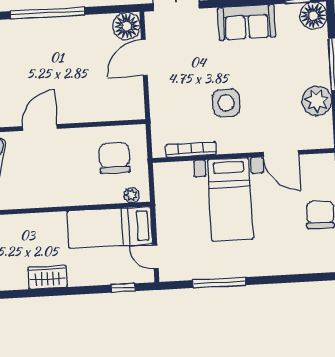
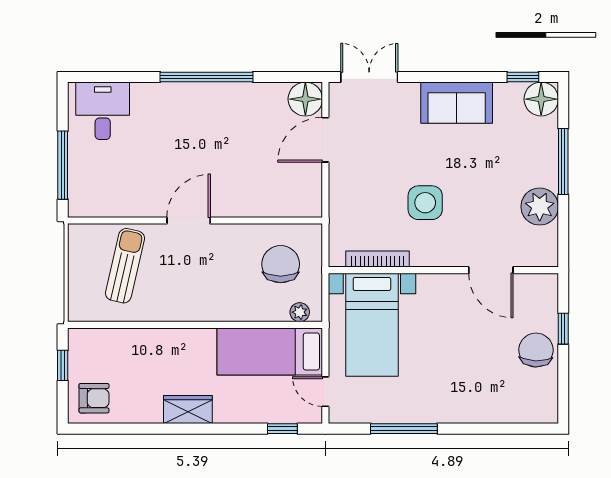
bed with nightstands: (230, 200) -> (372, 325), moved

